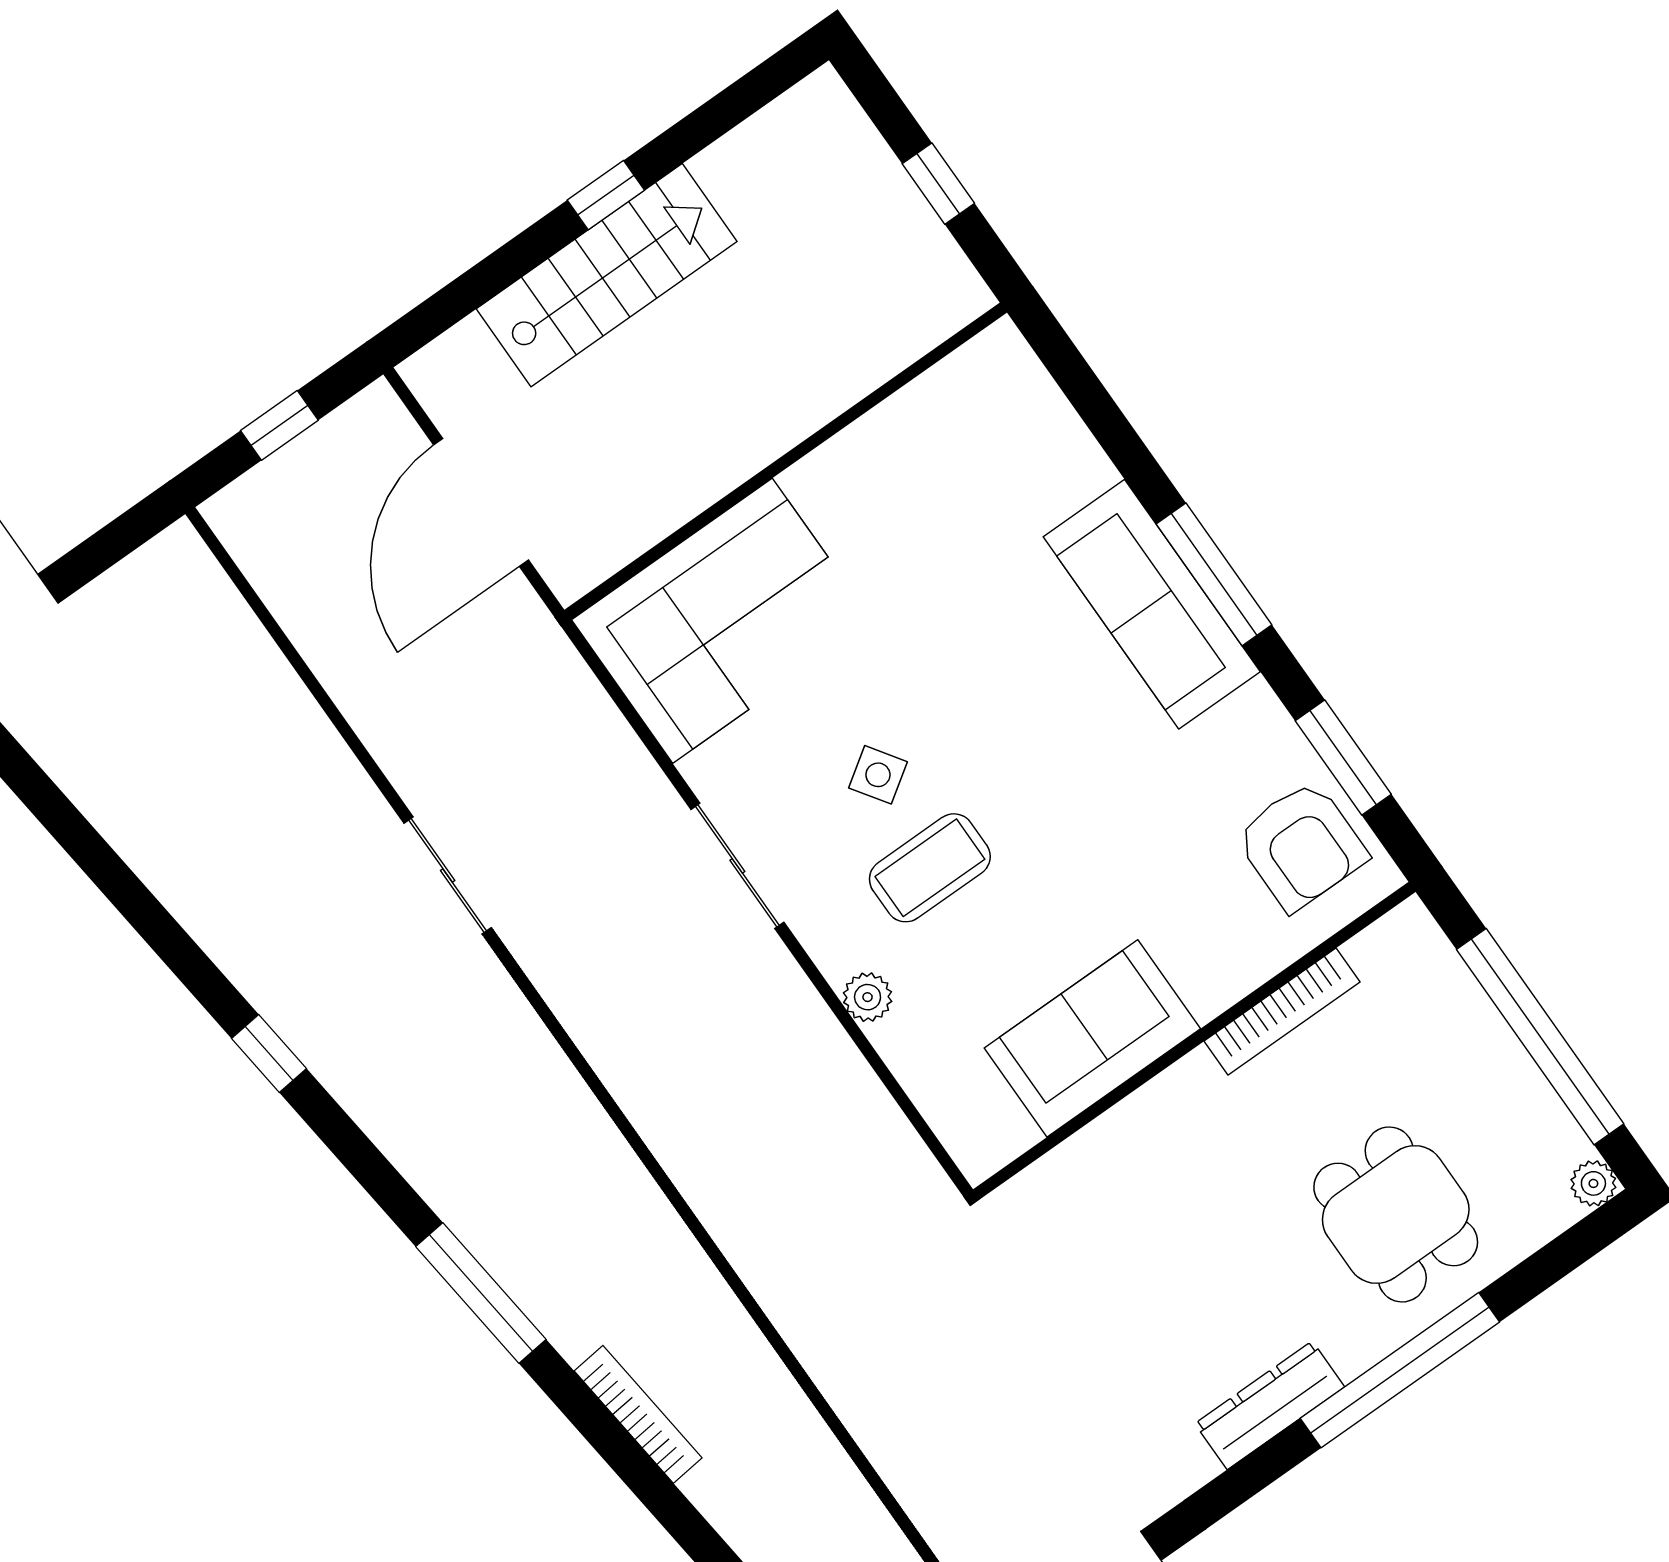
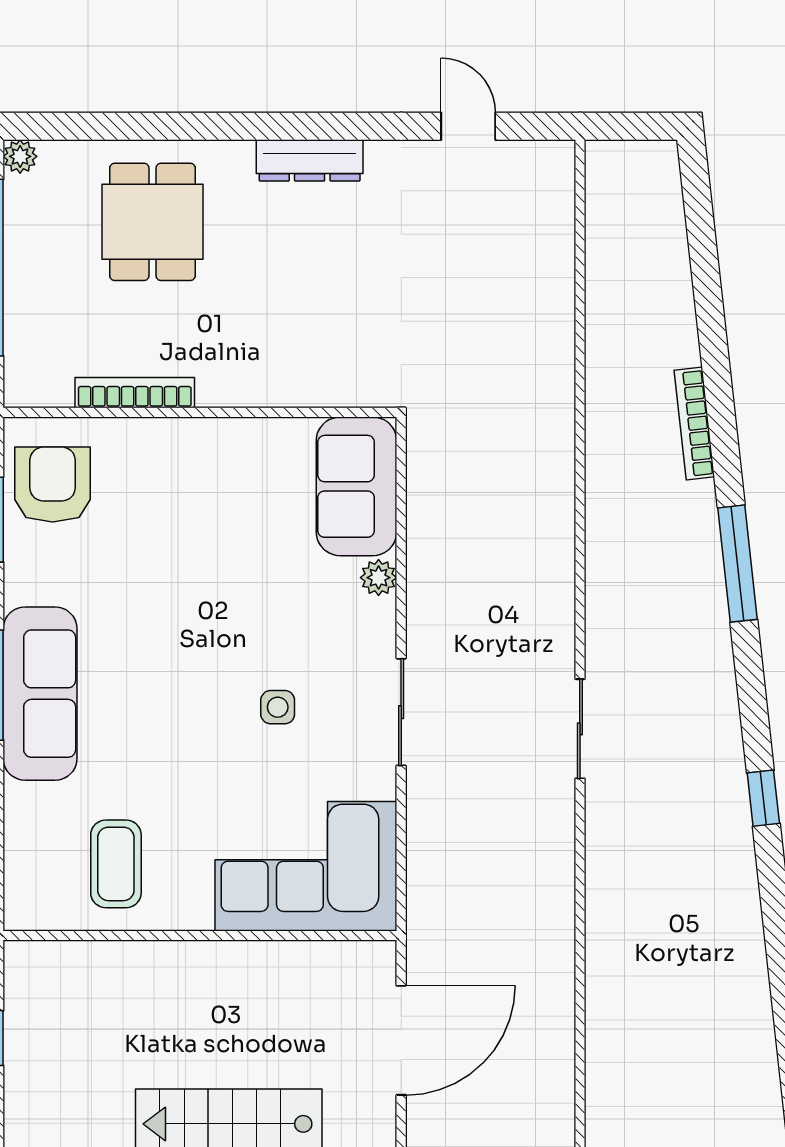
side table: (878, 775) -> (278, 707), turned 34
coffee table: (930, 868) -> (116, 864), moved, turned 90
sliding door: (448, 876) -> (580, 729), moved
sofa: (1092, 1038) -> (356, 486), moved, turned 90
window: (1400, 1370) -> (216, 126), removed

